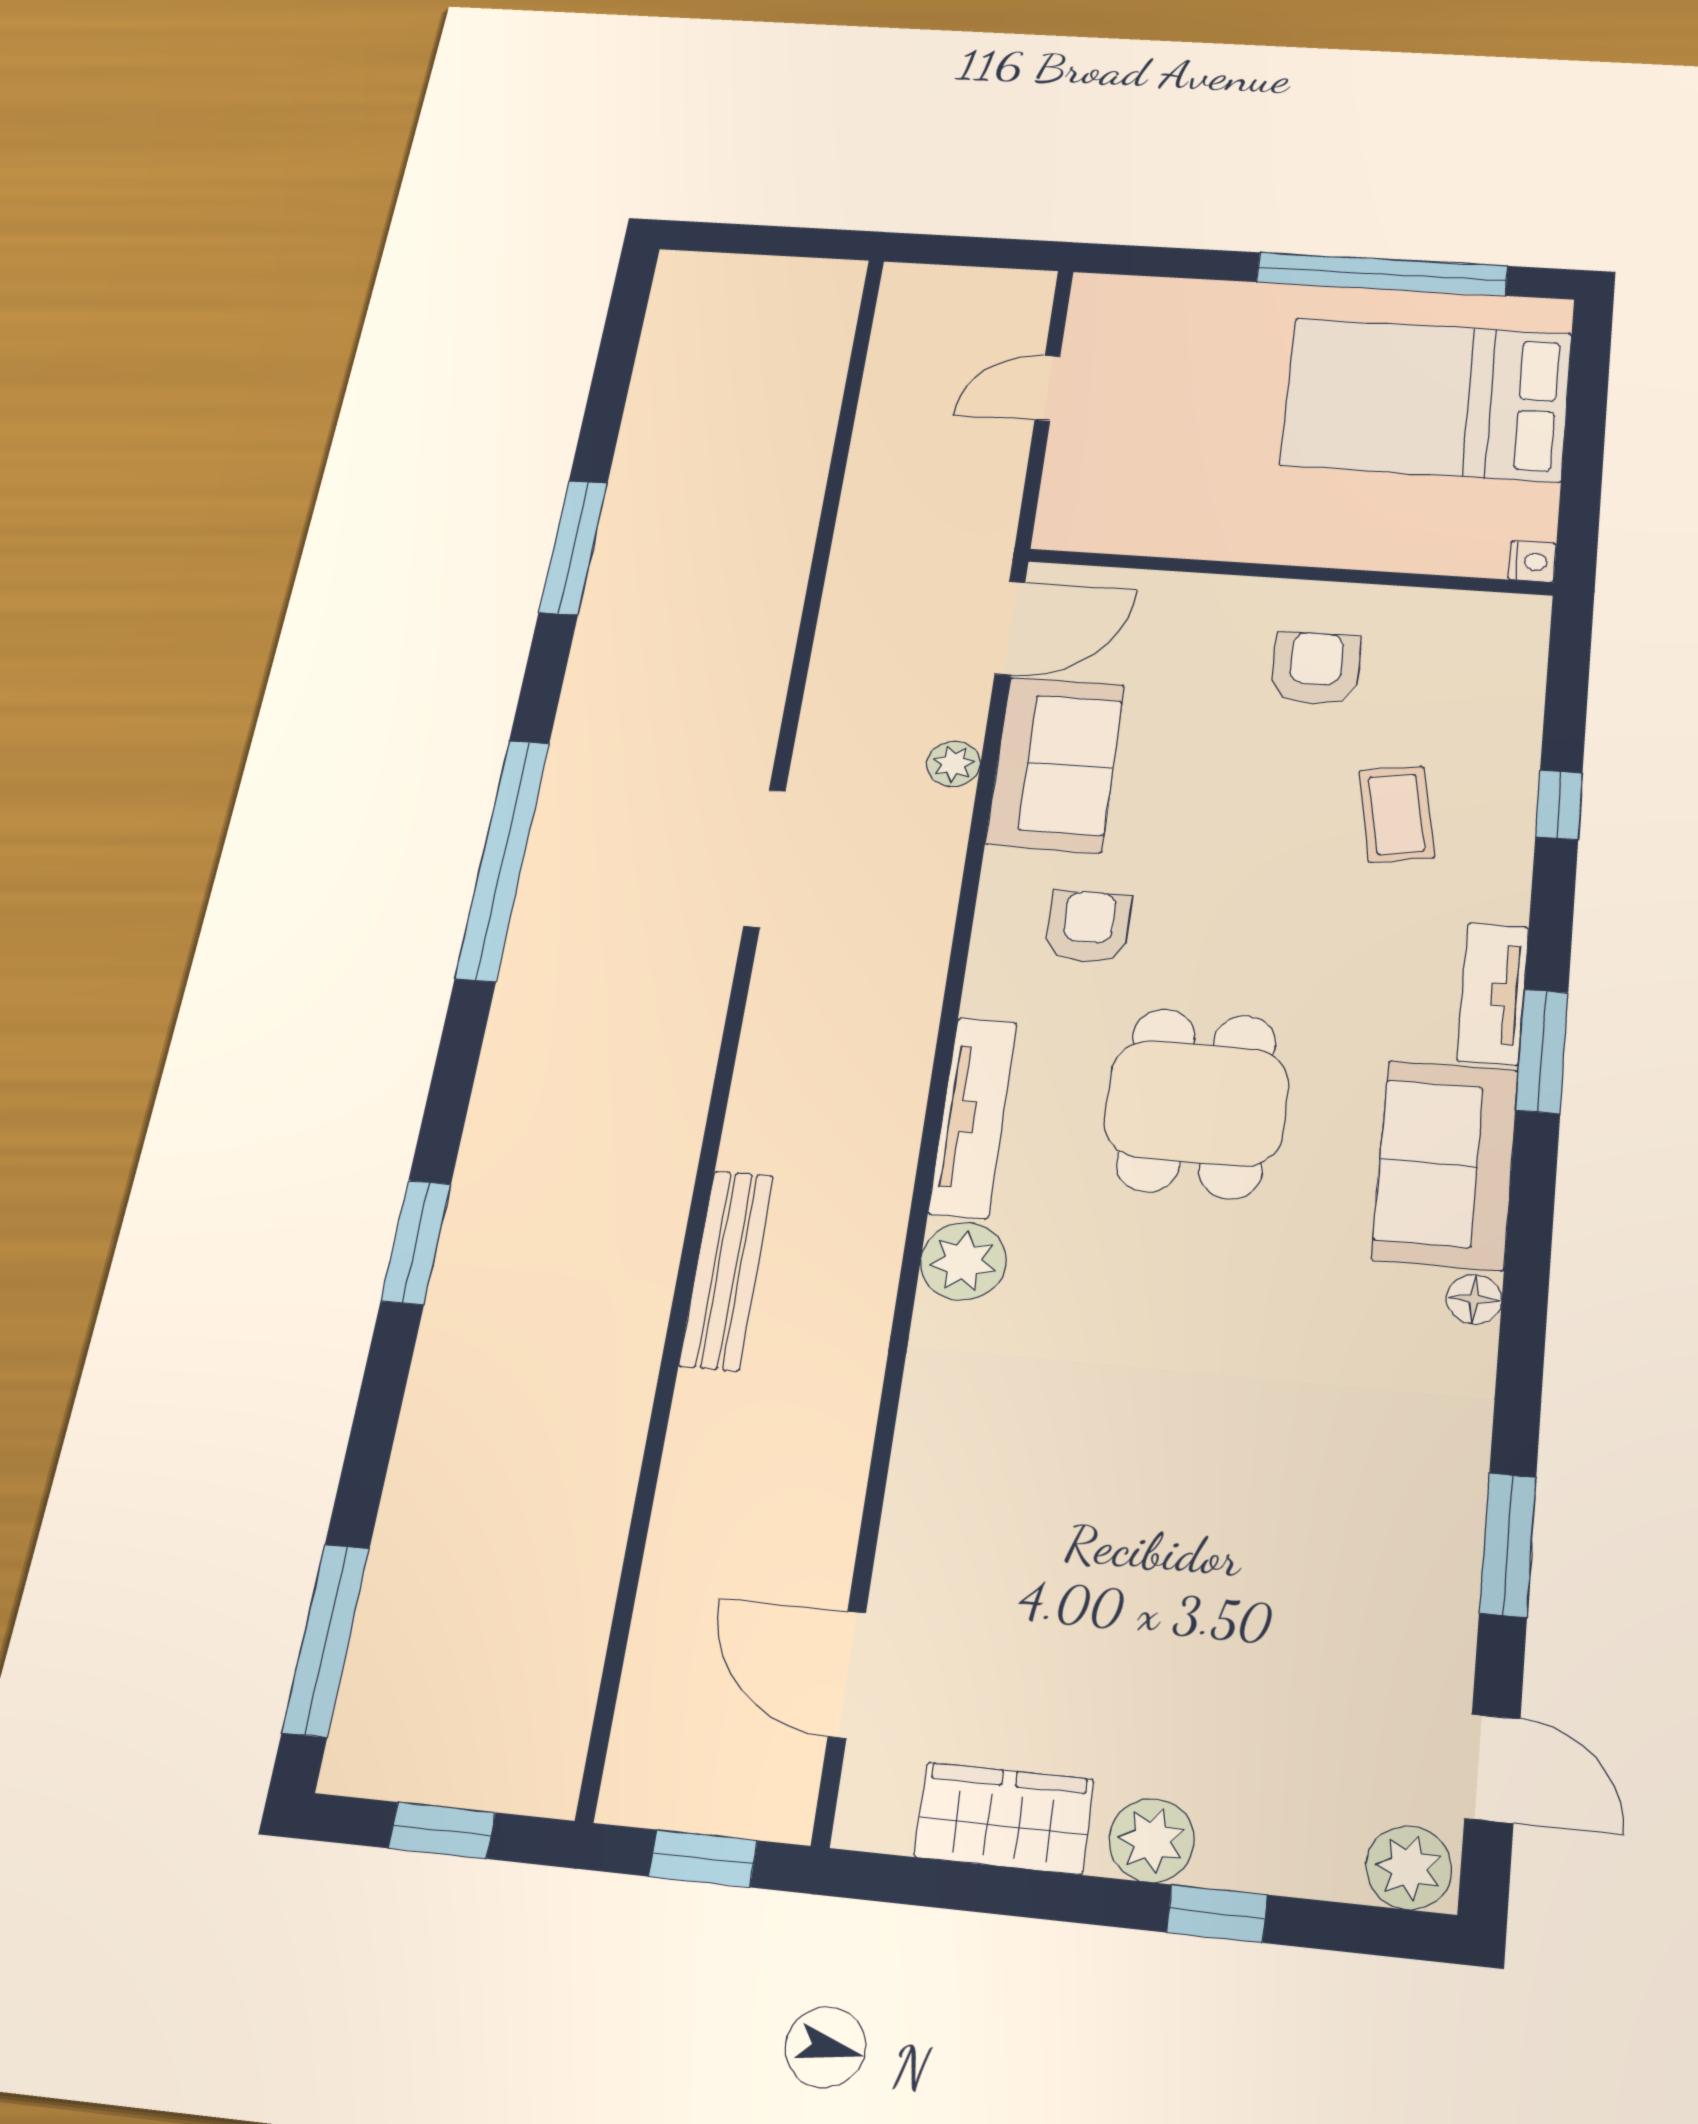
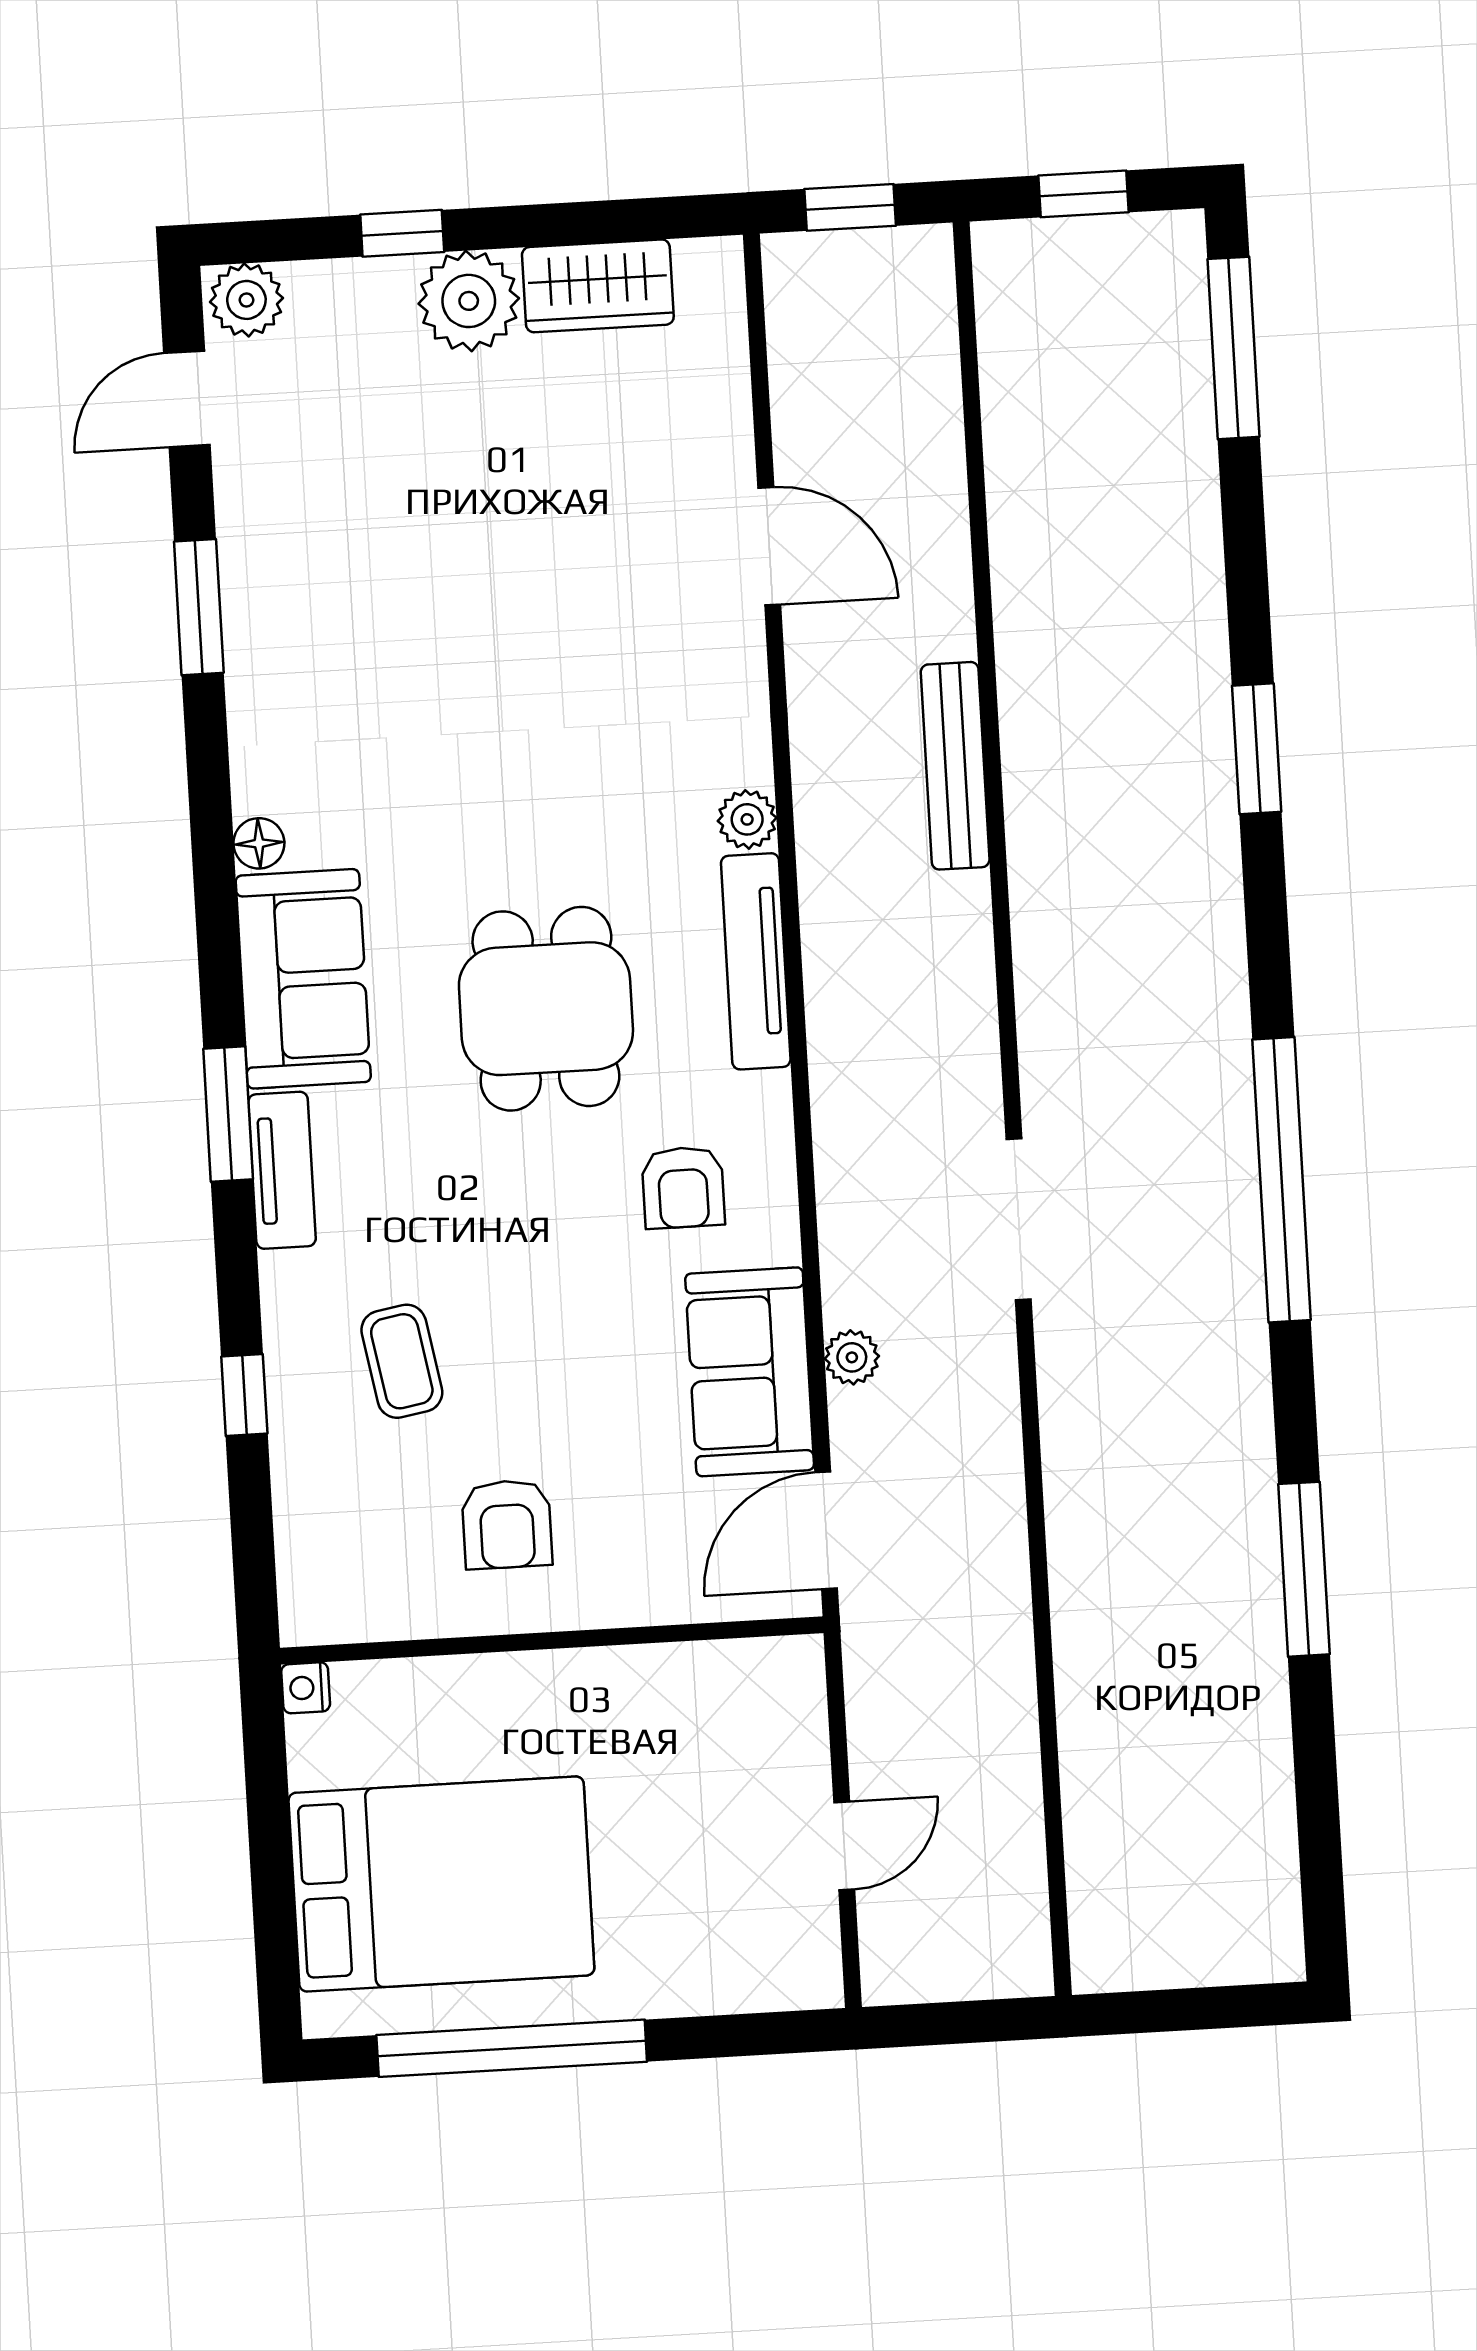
plant: (963, 1261) -> (747, 819), width x0.73, depth x0.73
door: (847, 1674) -> (769, 546), moved
door: (1492, 1768) -> (187, 399), hinge flipped
plant: (1152, 1840) -> (469, 301), width x1.36, depth x1.36

